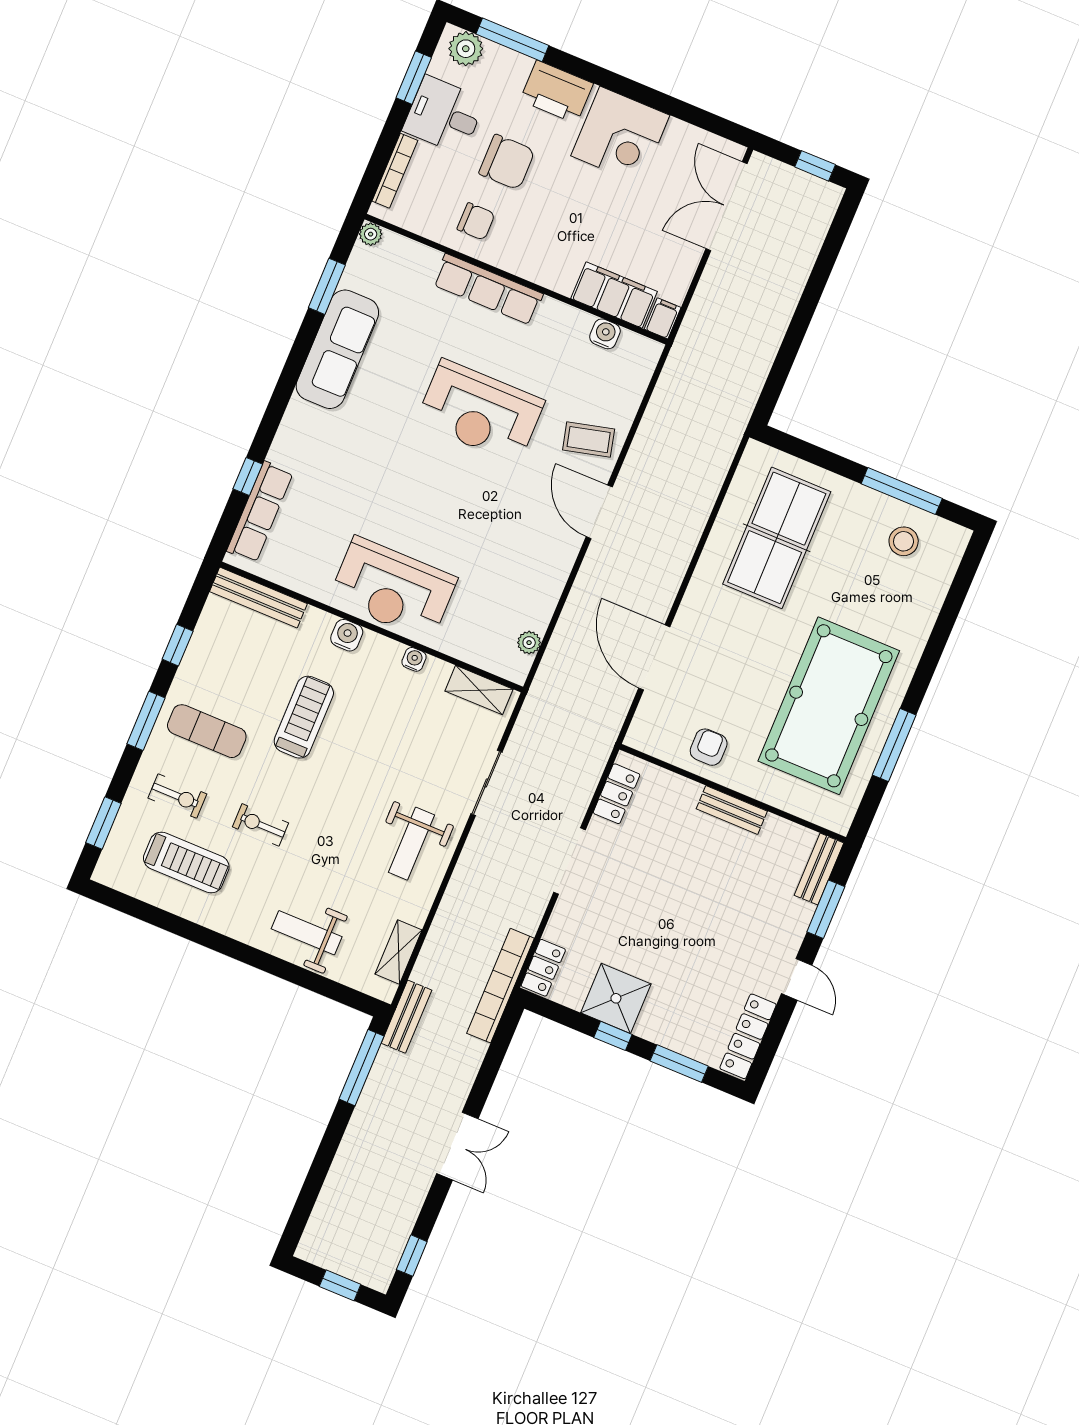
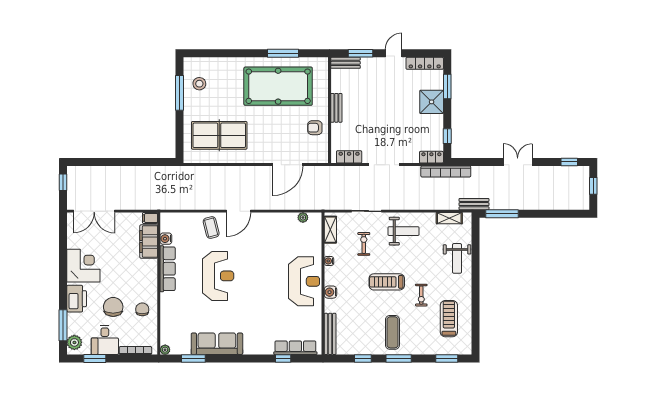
row of seats: (488, 289) -> (168, 269), moved
treadmill: (304, 717) -> (387, 282), moved
exercise bike: (177, 796) -> (364, 244), moved
shower: (616, 998) -> (432, 102), moved
window: (613, 1036) -> (447, 136), moved

